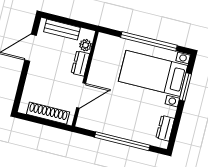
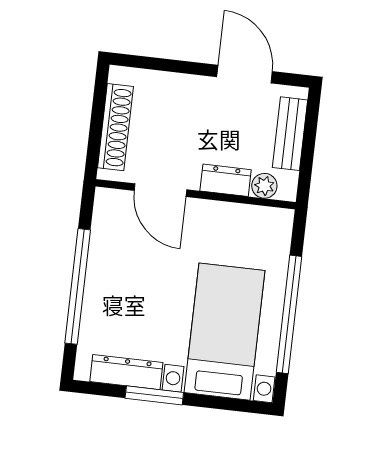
window: (185, 87) -> (154, 395), moved
dresser: (165, 128) -> (126, 372), width x1.44

